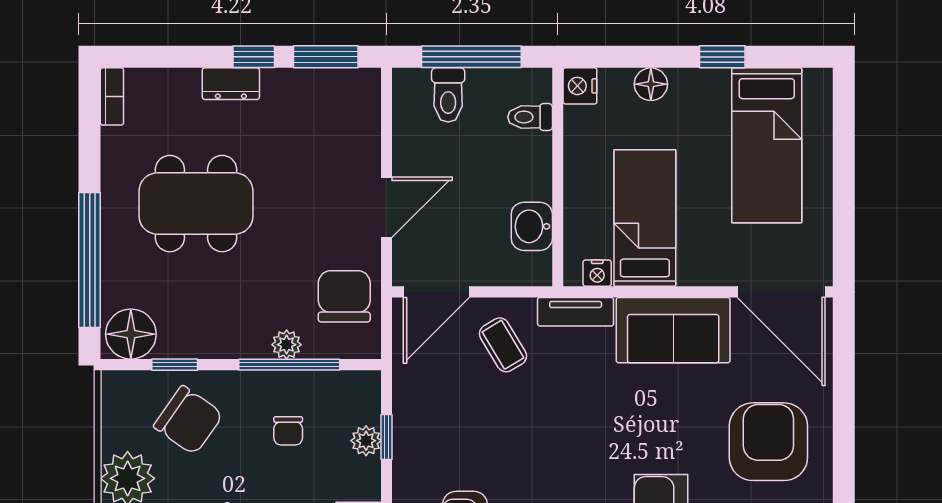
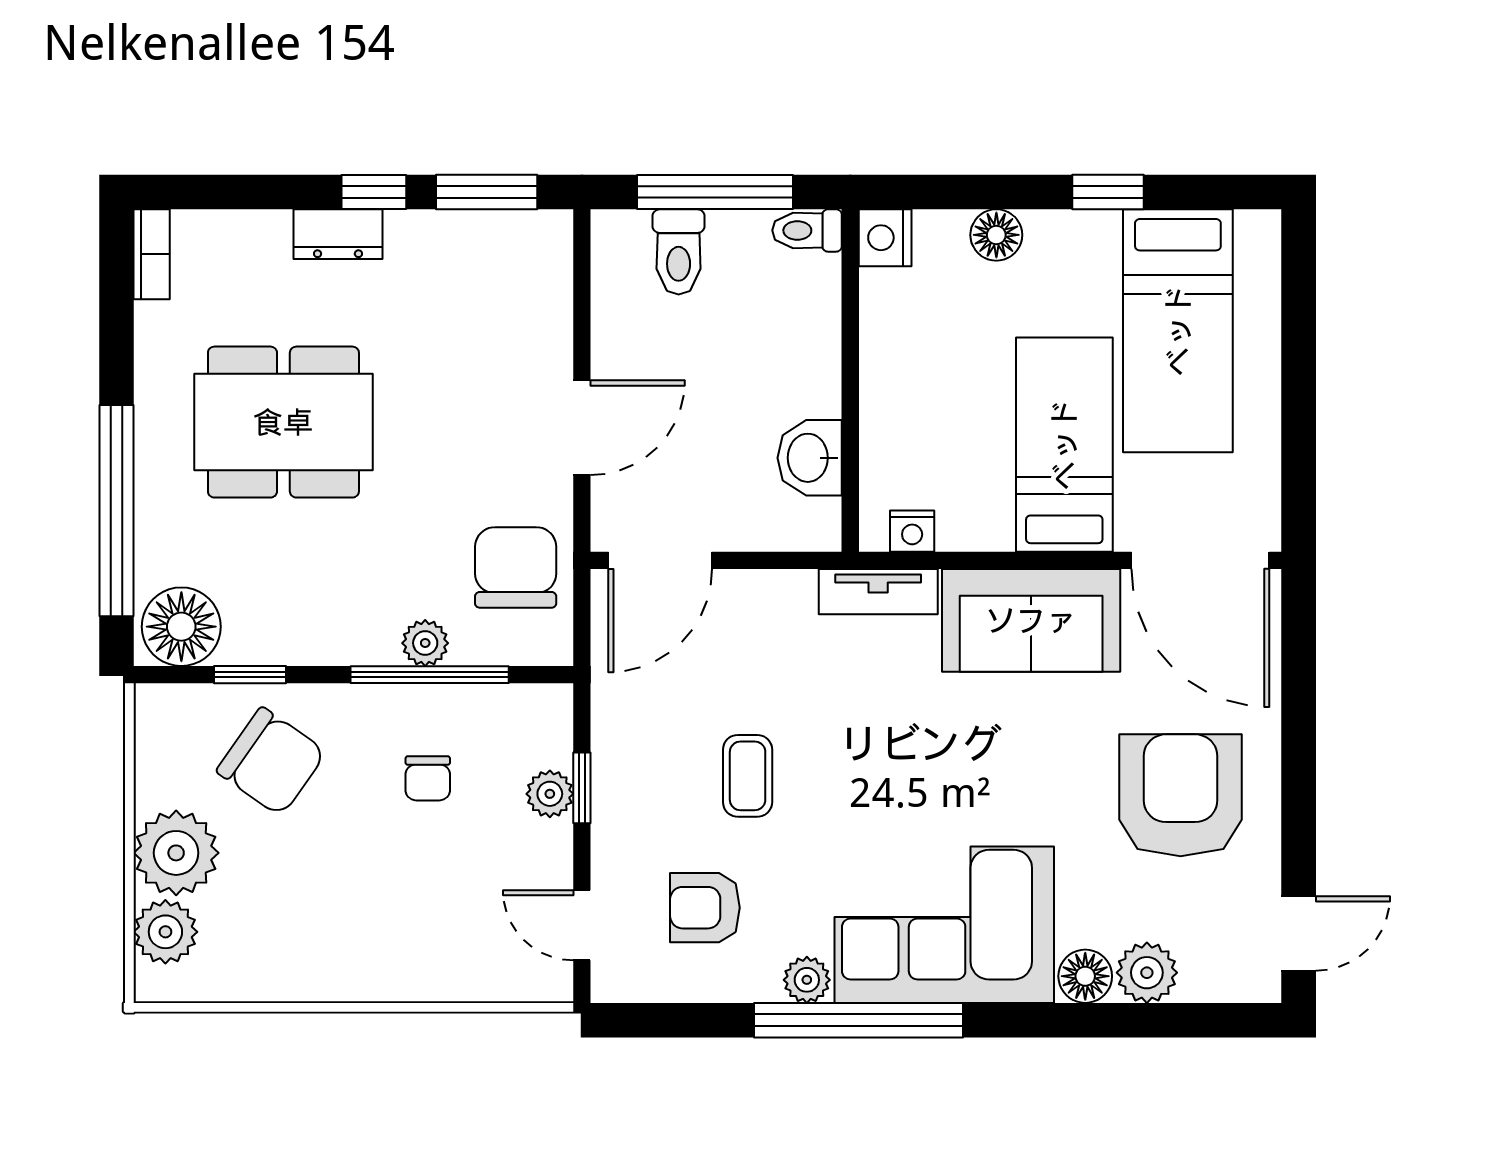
toilet: (530, 117) -> (807, 230), moved
bed: (645, 218) -> (1064, 445), moved
coffee table: (503, 345) -> (748, 776), moved, turned 31

